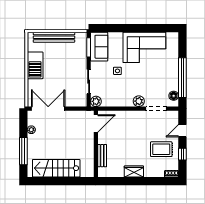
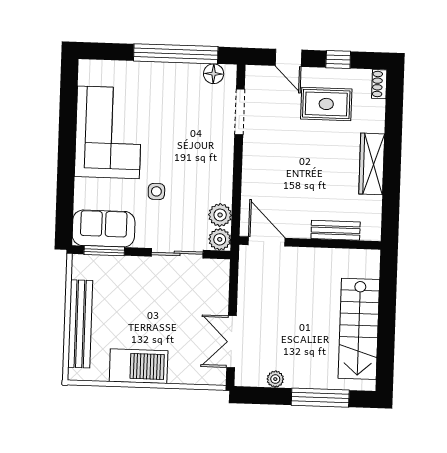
plant: (139, 101) -> (220, 215), moved
double door: (48, 109) -> (232, 342), width x0.73
rug: (161, 149) -> (326, 104), turned 90
wardrobe: (134, 172) -> (372, 164), width x1.50

